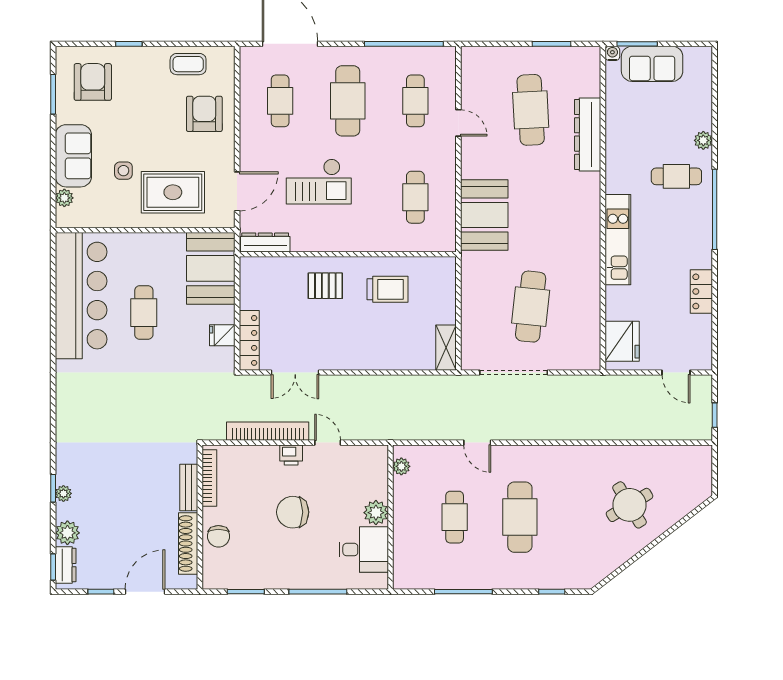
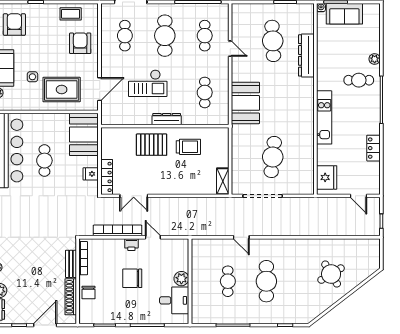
dresser: (265, 242) -> (167, 119), moved
pallet: (325, 286) -> (152, 145), width x1.50, depth x1.42
plant: (401, 466) -> (196, 251), removed

